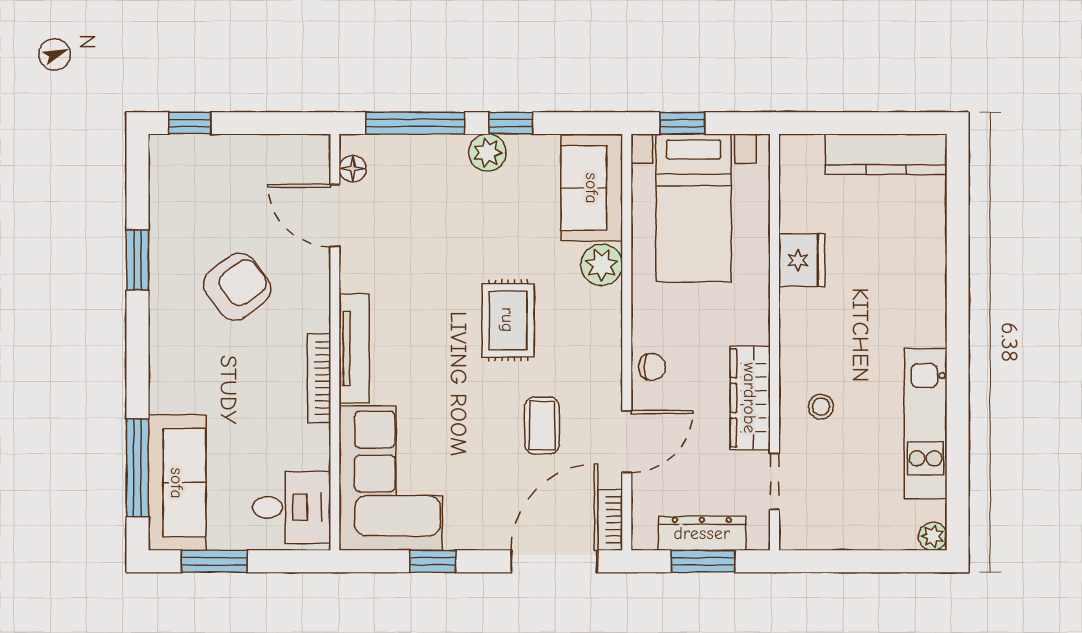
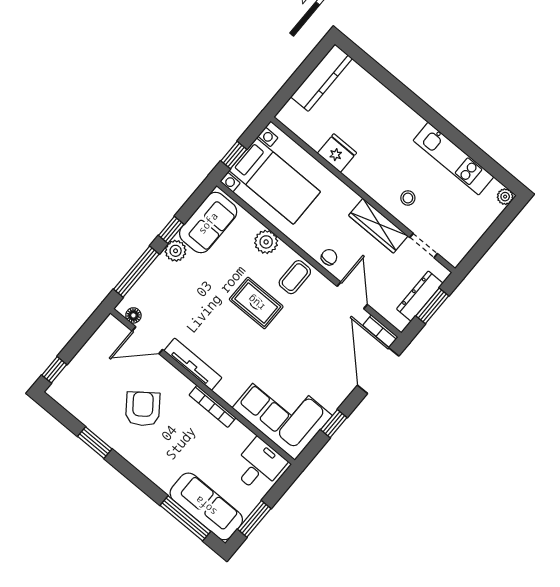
sofa: (592, 188) -> (208, 223), moved, turned -90
tv unit: (354, 348) -> (193, 364), moved
coffee table: (542, 426) -> (295, 277), moved, turned 90

